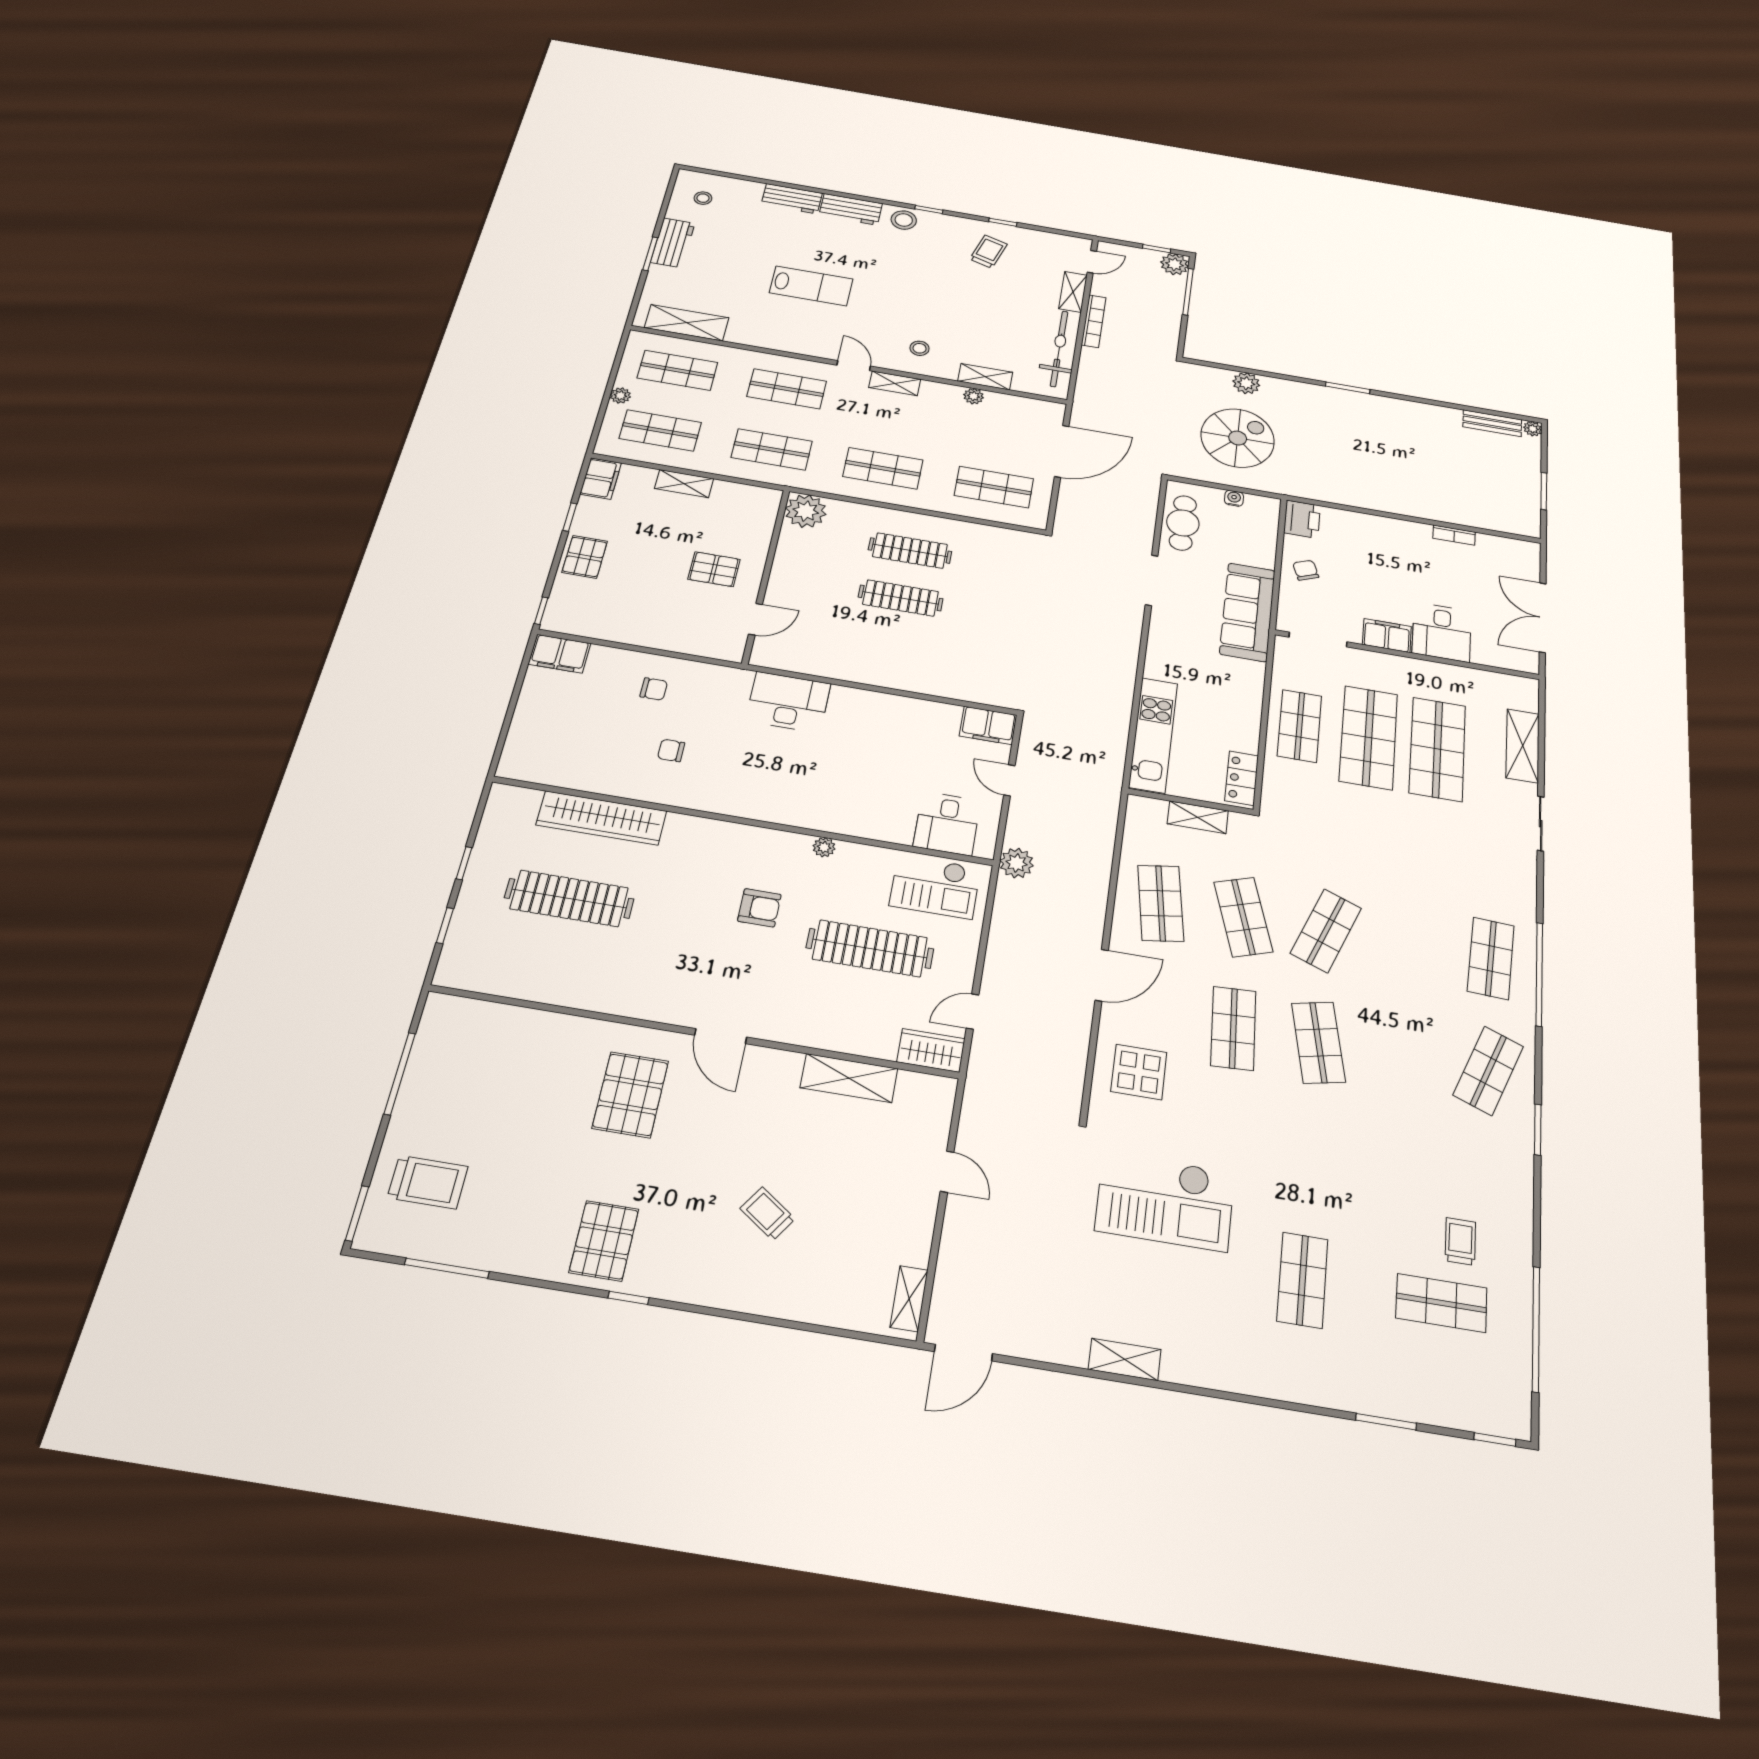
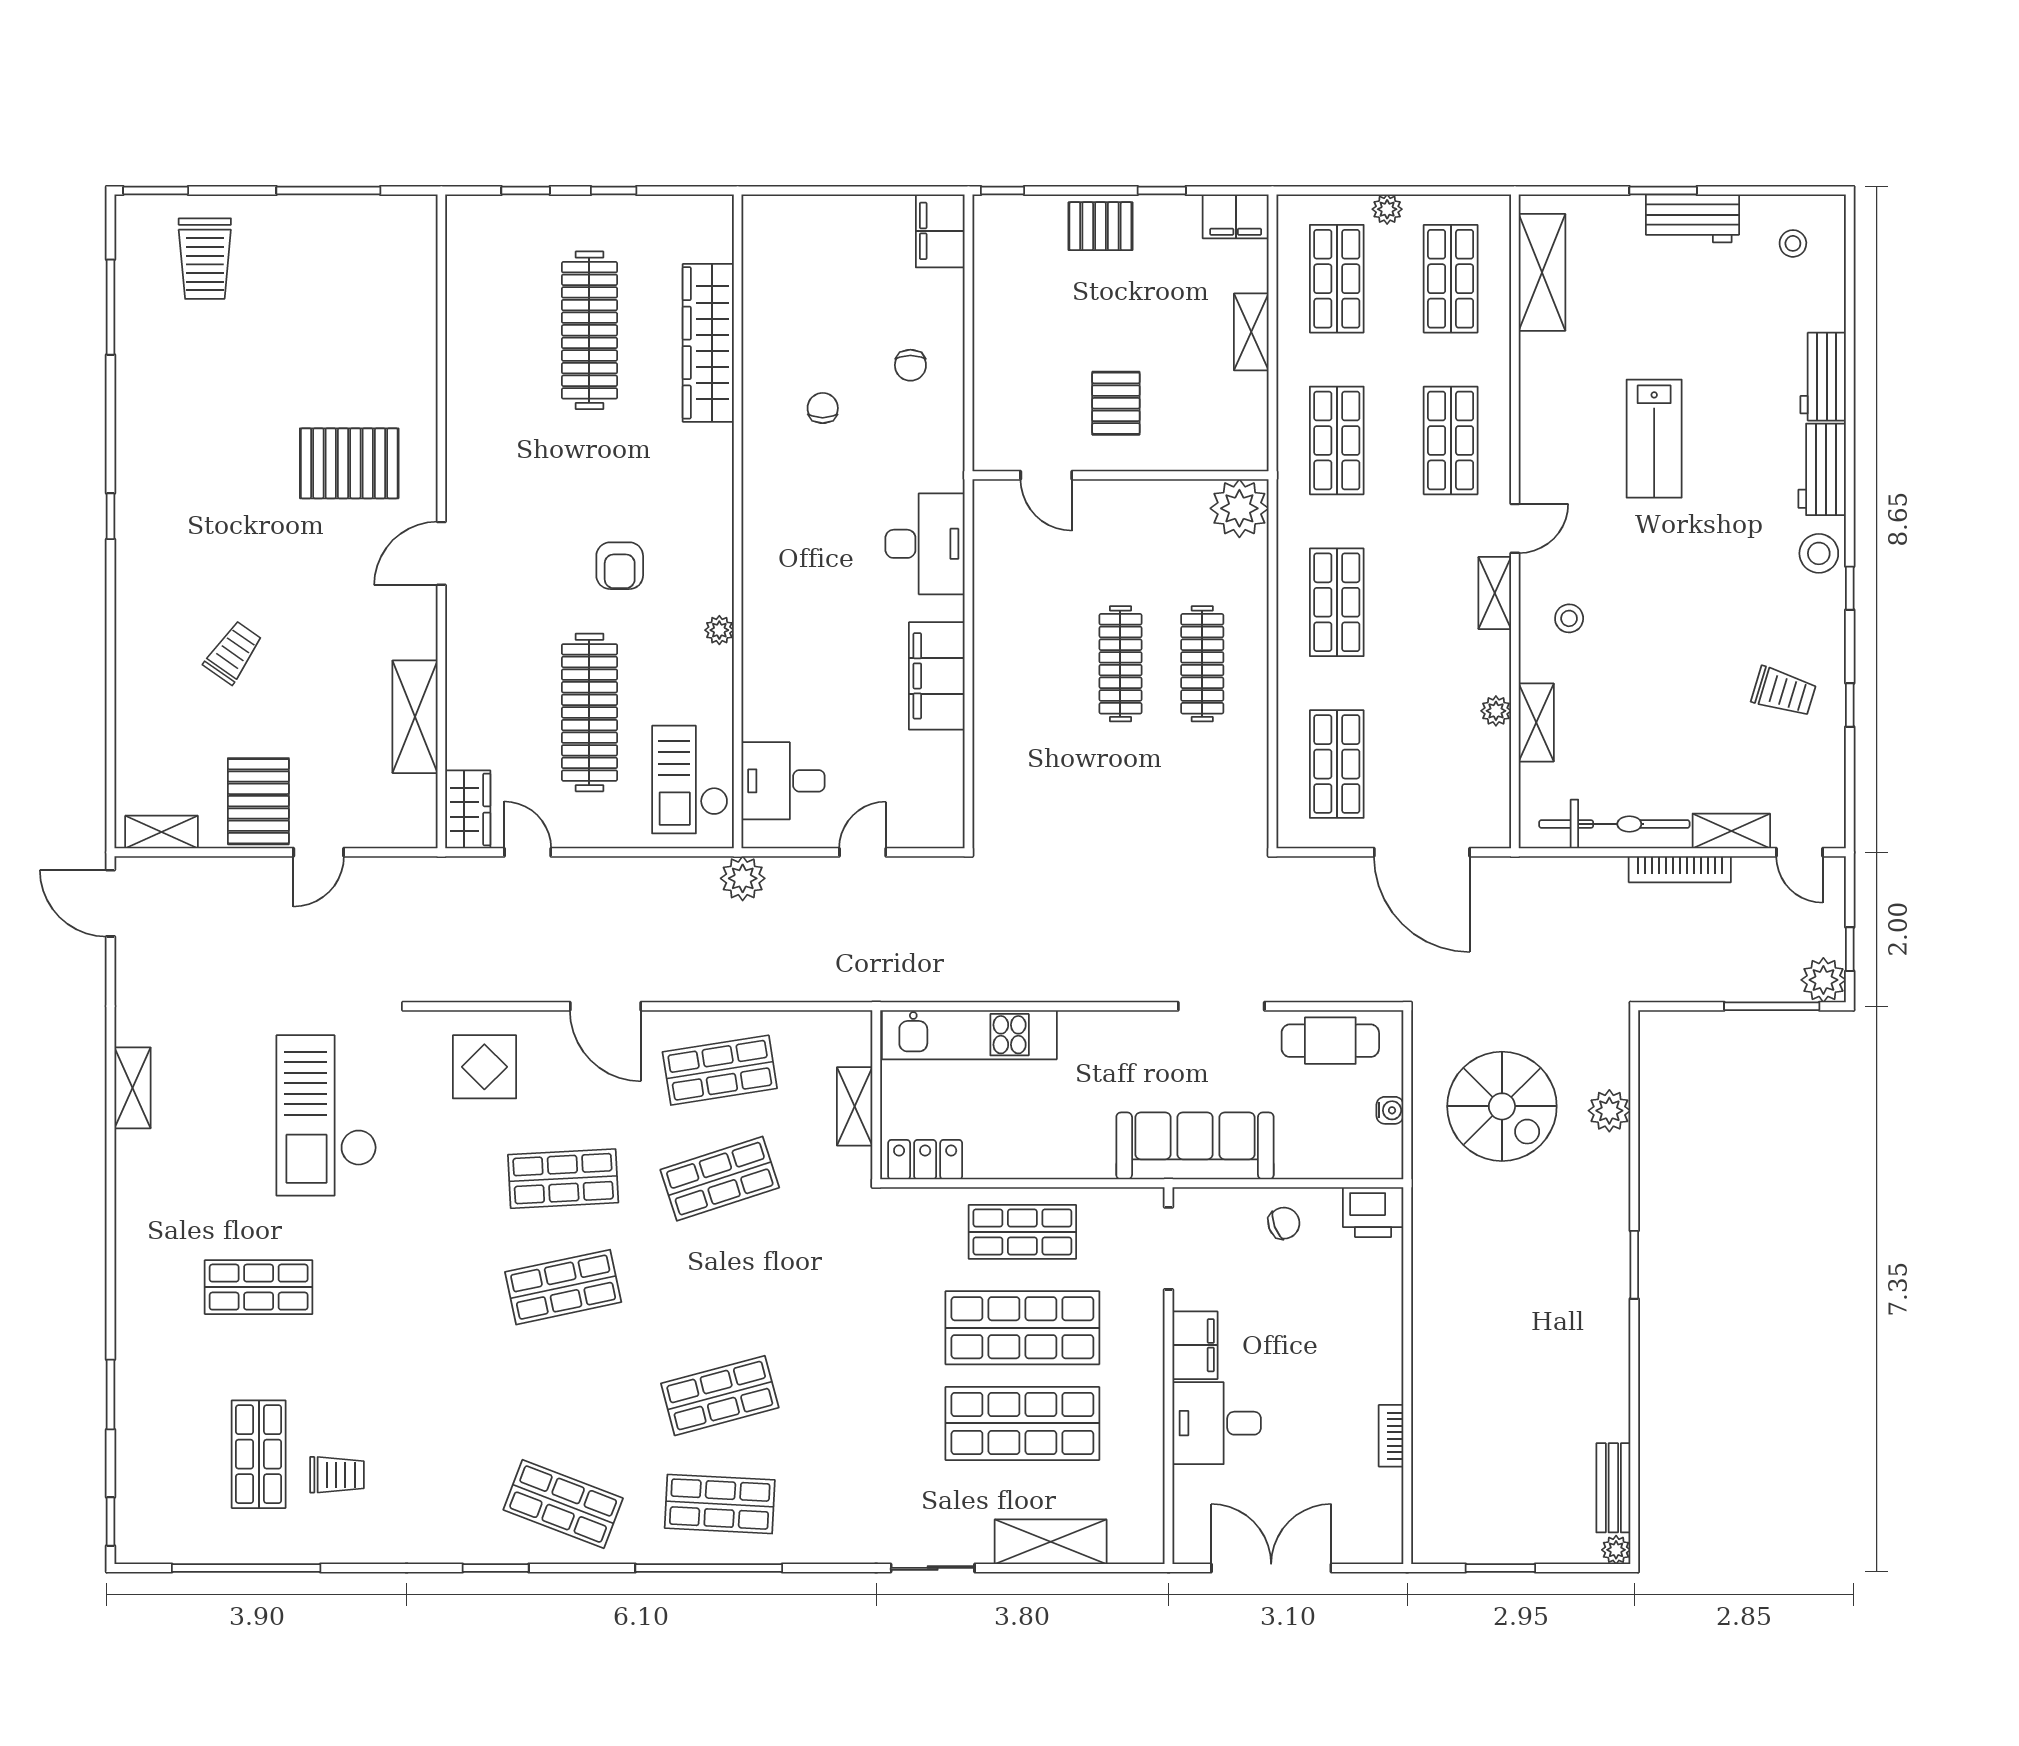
filing cabinet: (988, 725) -> (937, 676), moved, width x1.50, depth x1.17
shop shelf: (1326, 931) -> (720, 1396), moved, turned -36
pallet: (604, 1241) -> (258, 801), moved, turned 90

